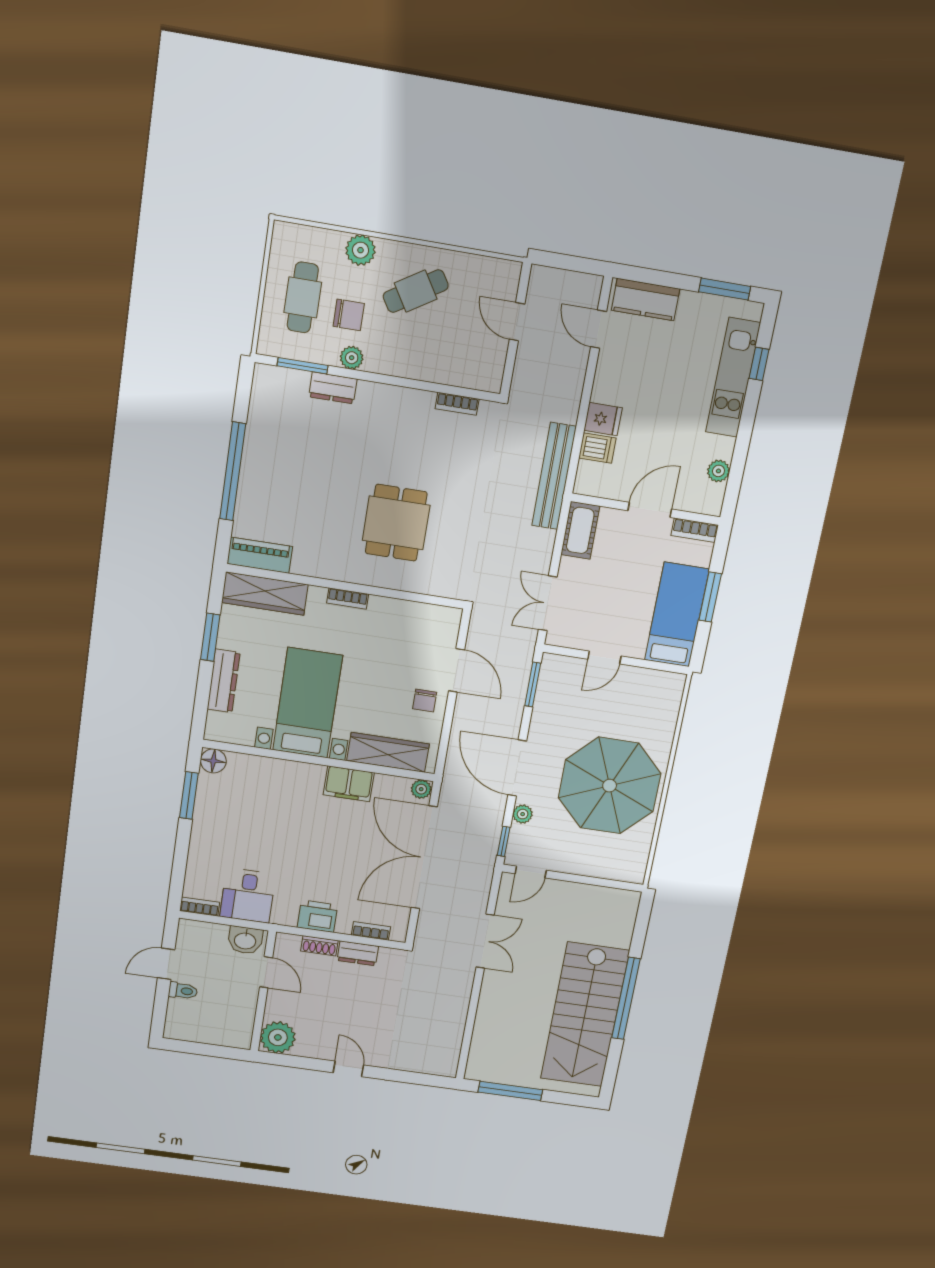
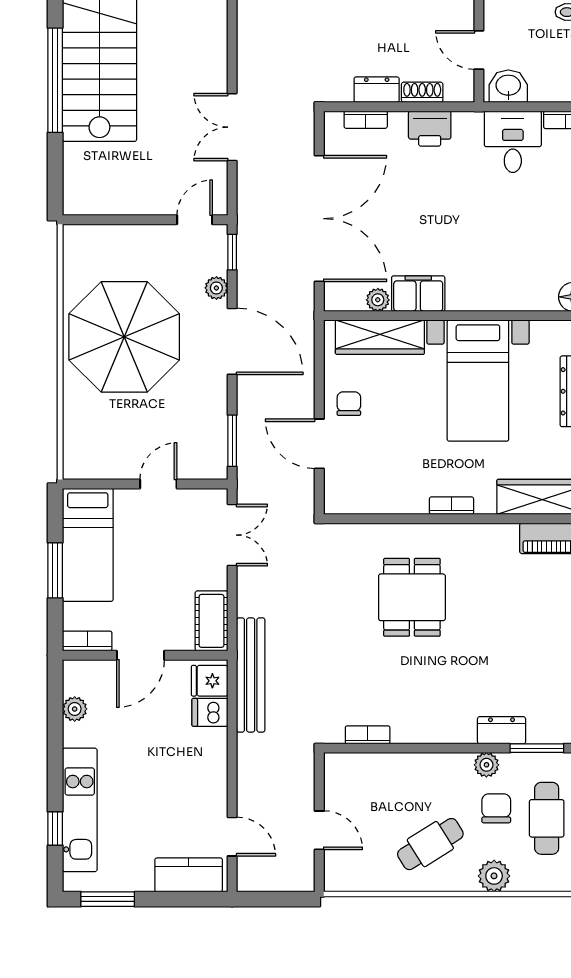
chair: (349, 315) -> (496, 808), turned 90
fridge: (603, 419) -> (210, 681), moved
plant: (421, 789) -> (378, 300), moved

